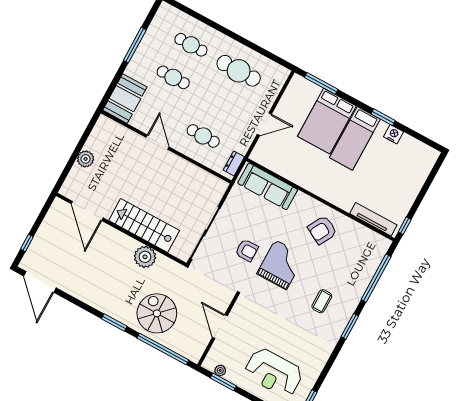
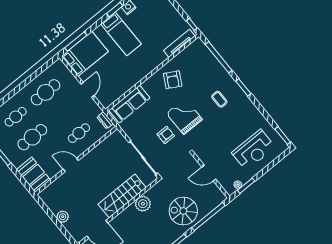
cafe table: (173, 77) -> (32, 137), width x1.37, depth x1.35
bed: (327, 121) -> (85, 54), moved, turned -90

